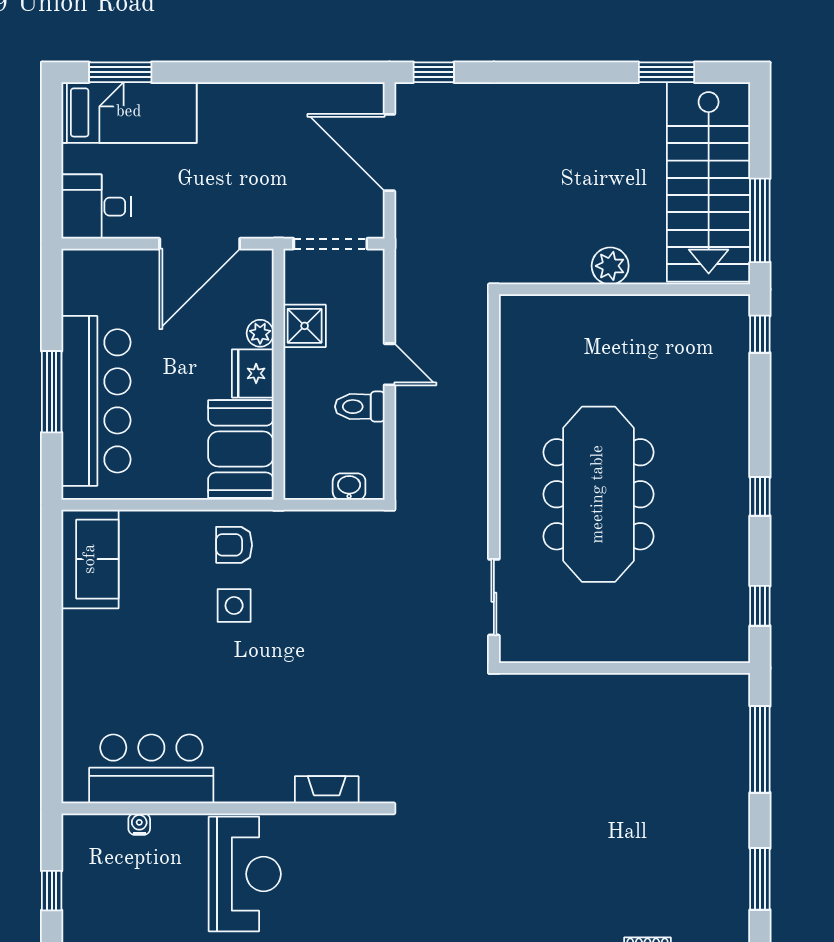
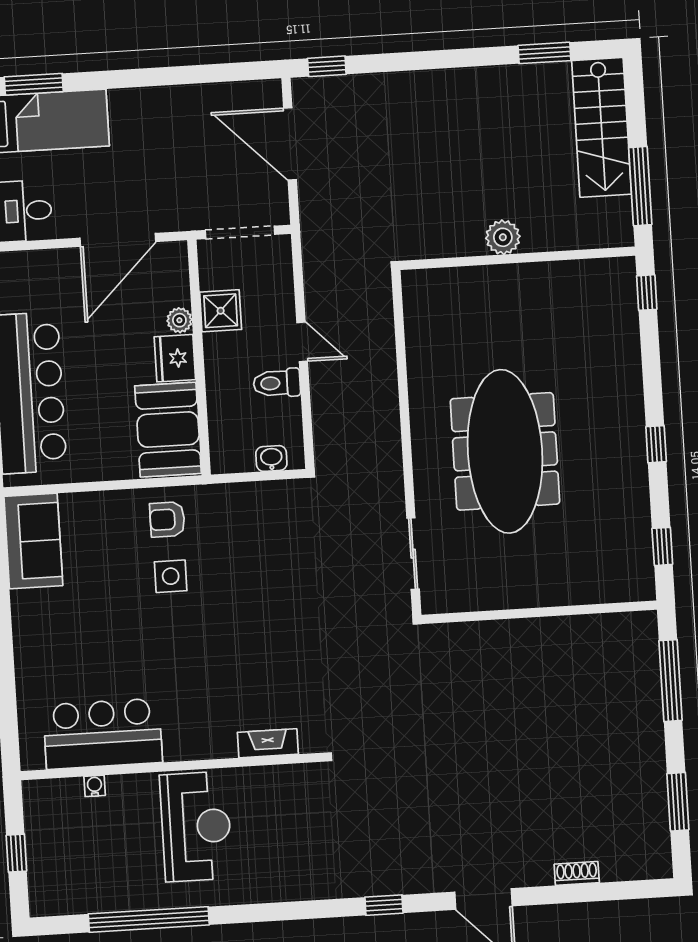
stairs: (709, 182) -> (602, 127), width x0.73, depth x0.66

